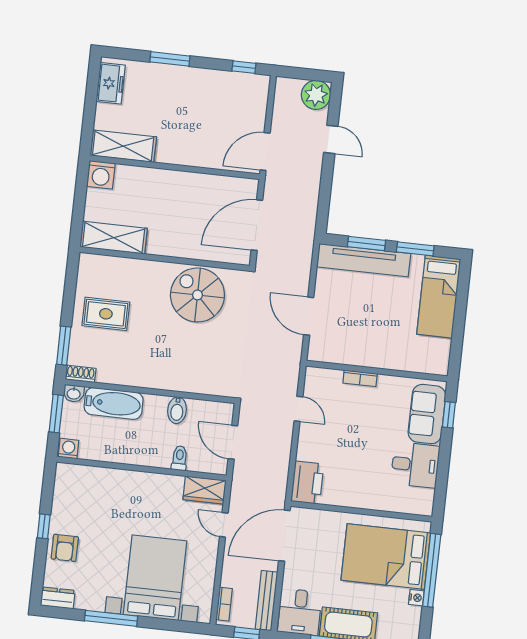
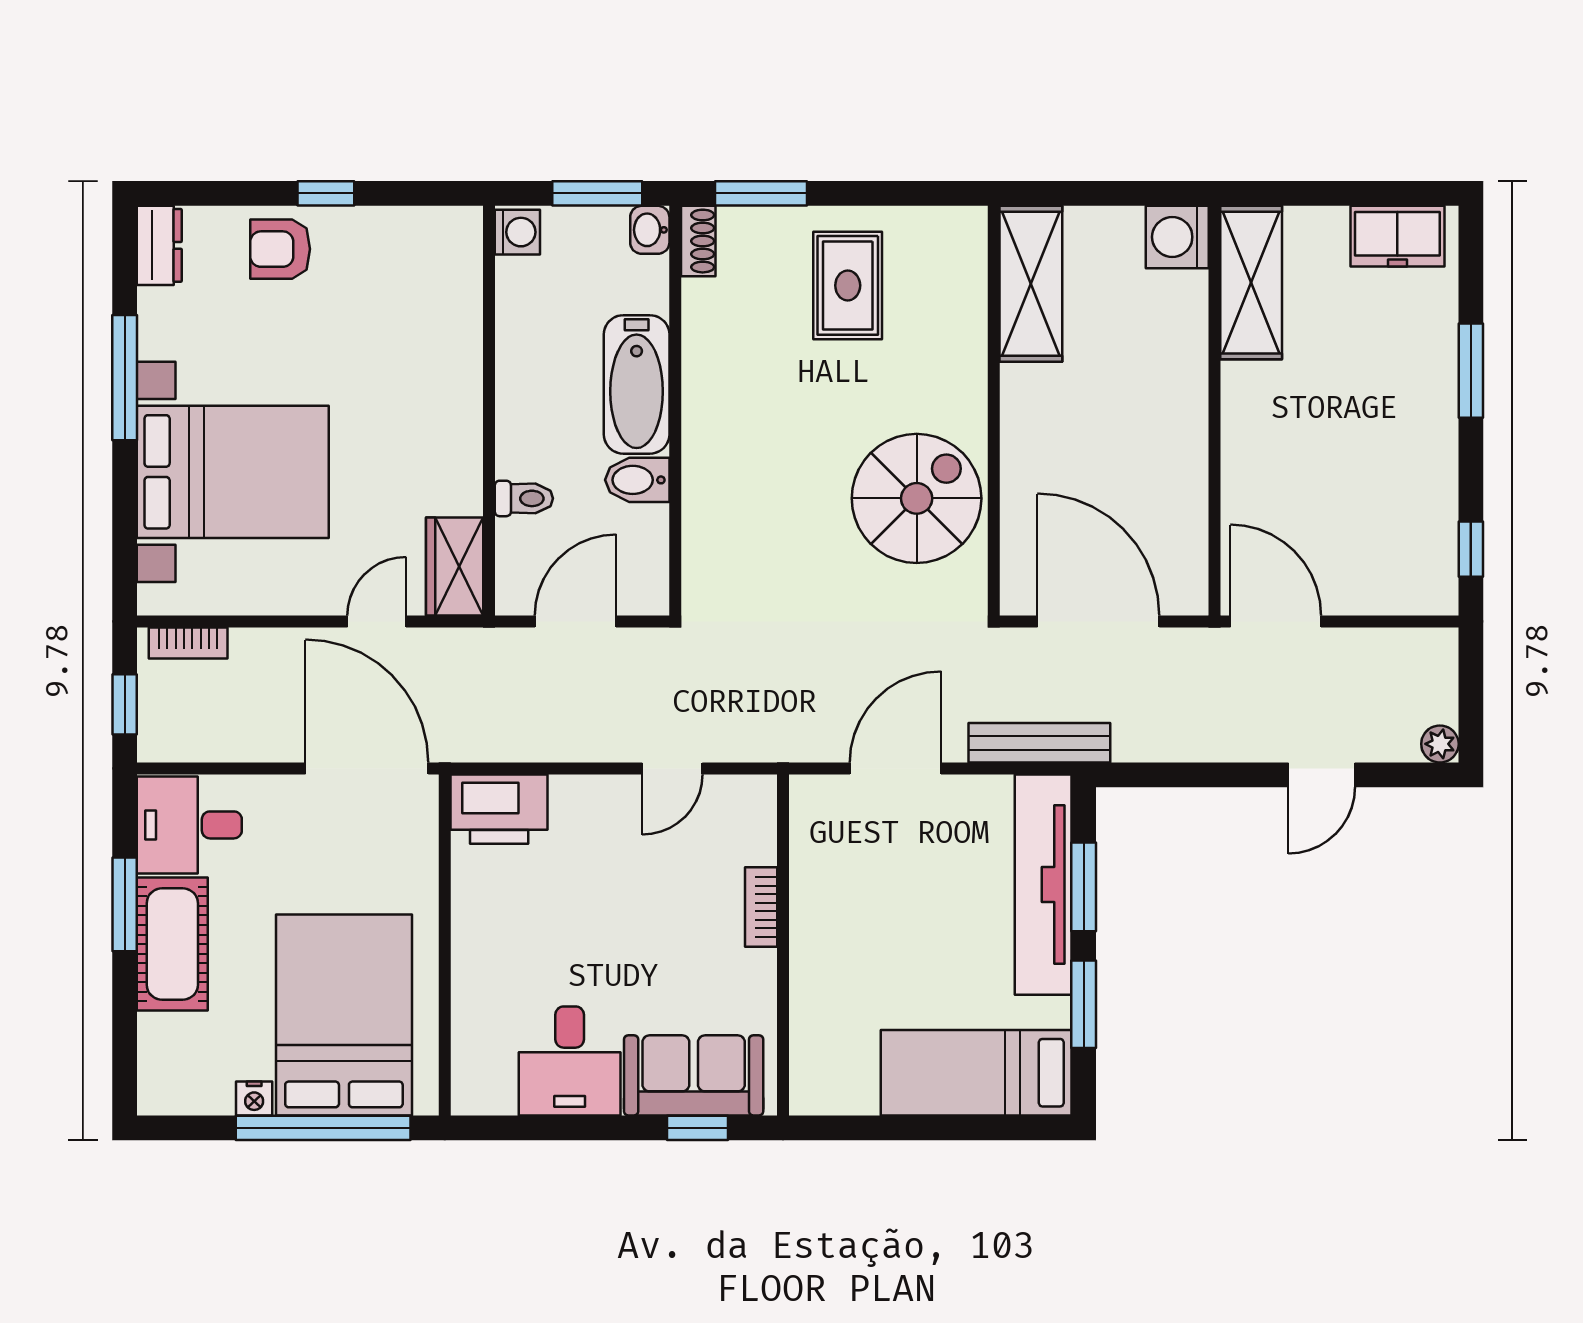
plant: (316, 95) -> (1440, 744), width x0.53, depth x0.53
bathtub: (114, 403) -> (637, 384), moved
bench: (266, 601) -> (1039, 743), moved

